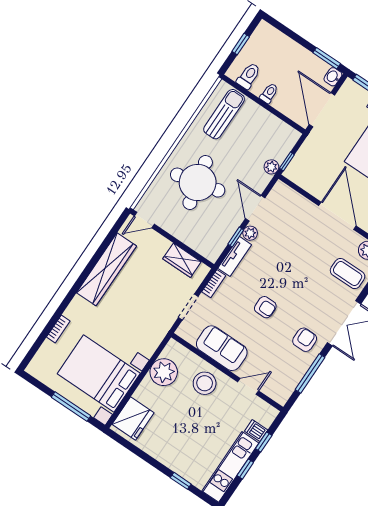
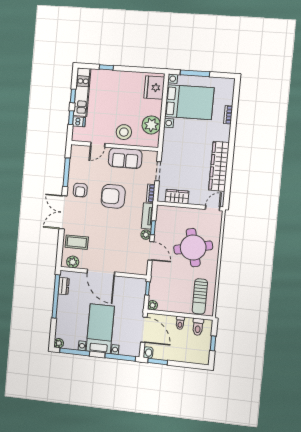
plant: (271, 167) -> (153, 305), moved
armchair: (265, 307) -> (113, 196), width x1.88, depth x1.88

